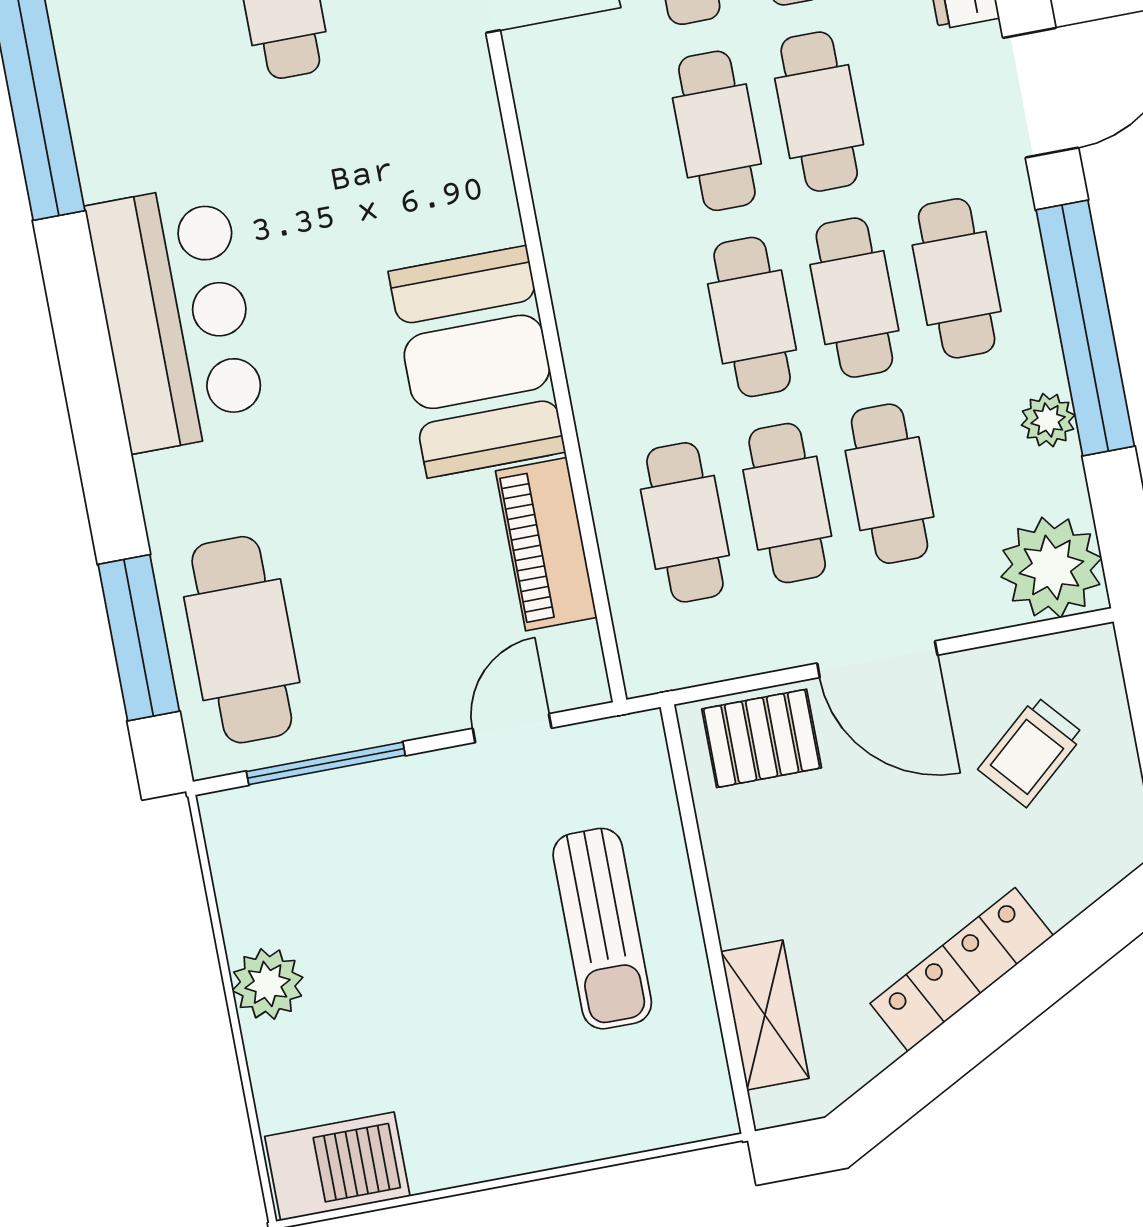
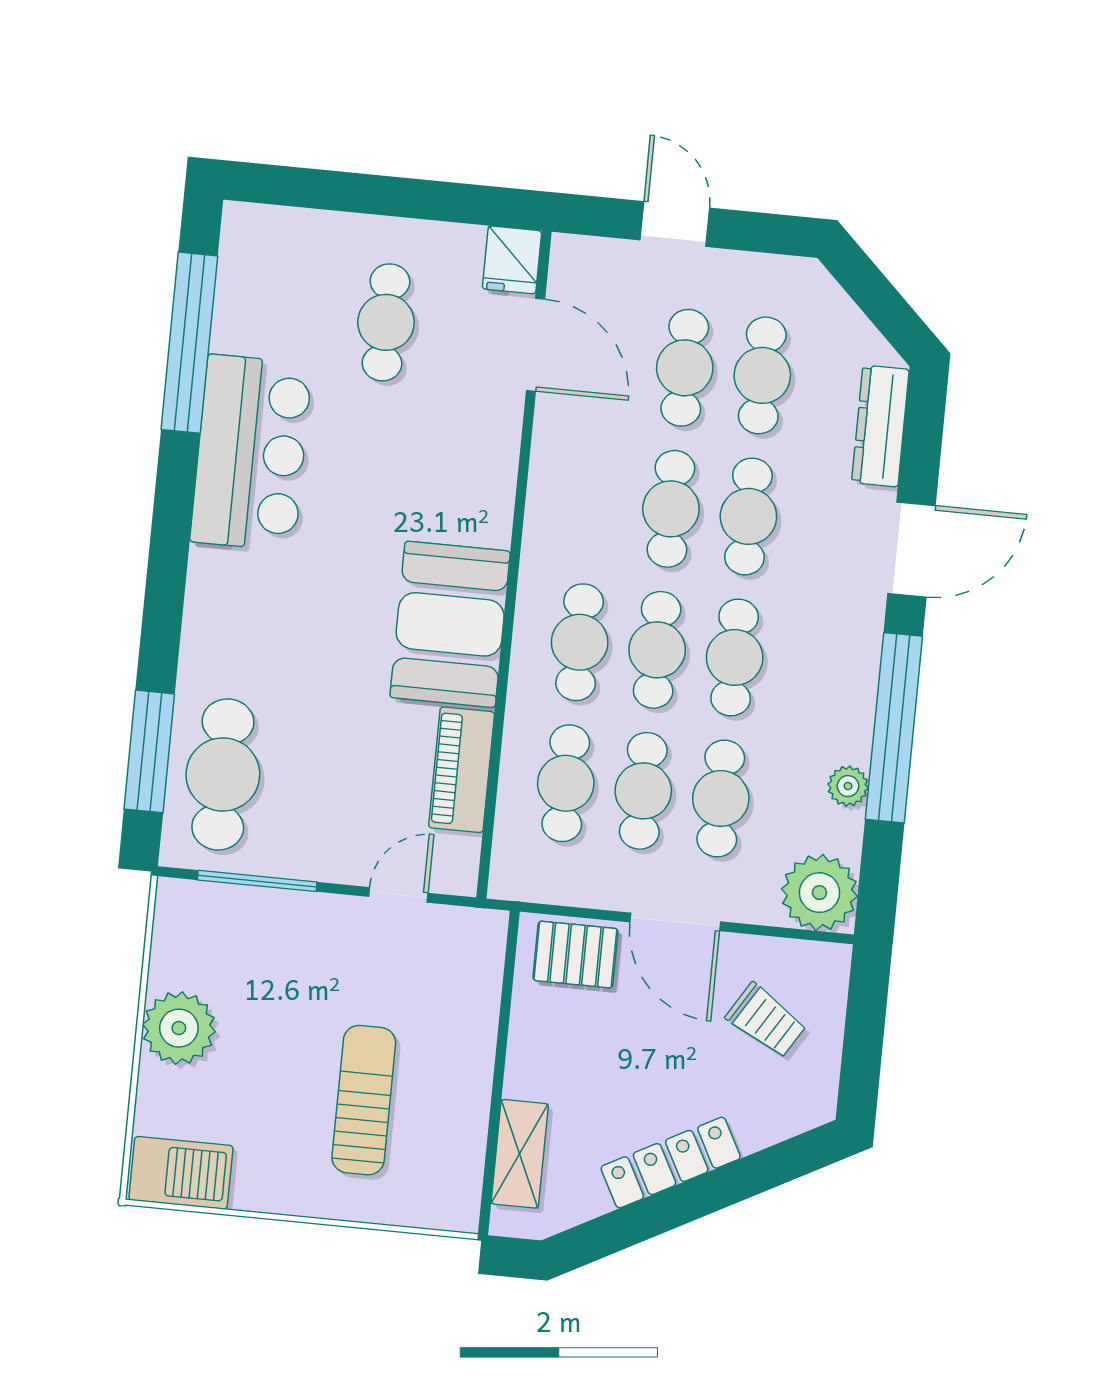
cafe table: (957, 278) -> (580, 642), moved
bar counter: (176, 317) -> (251, 453), moved
trolley: (1031, 752) -> (766, 1021), turned -107
sun lounger: (602, 929) -> (364, 1100), moved, turned 180
plant: (268, 984) -> (179, 1028), width x1.36, depth x1.36

